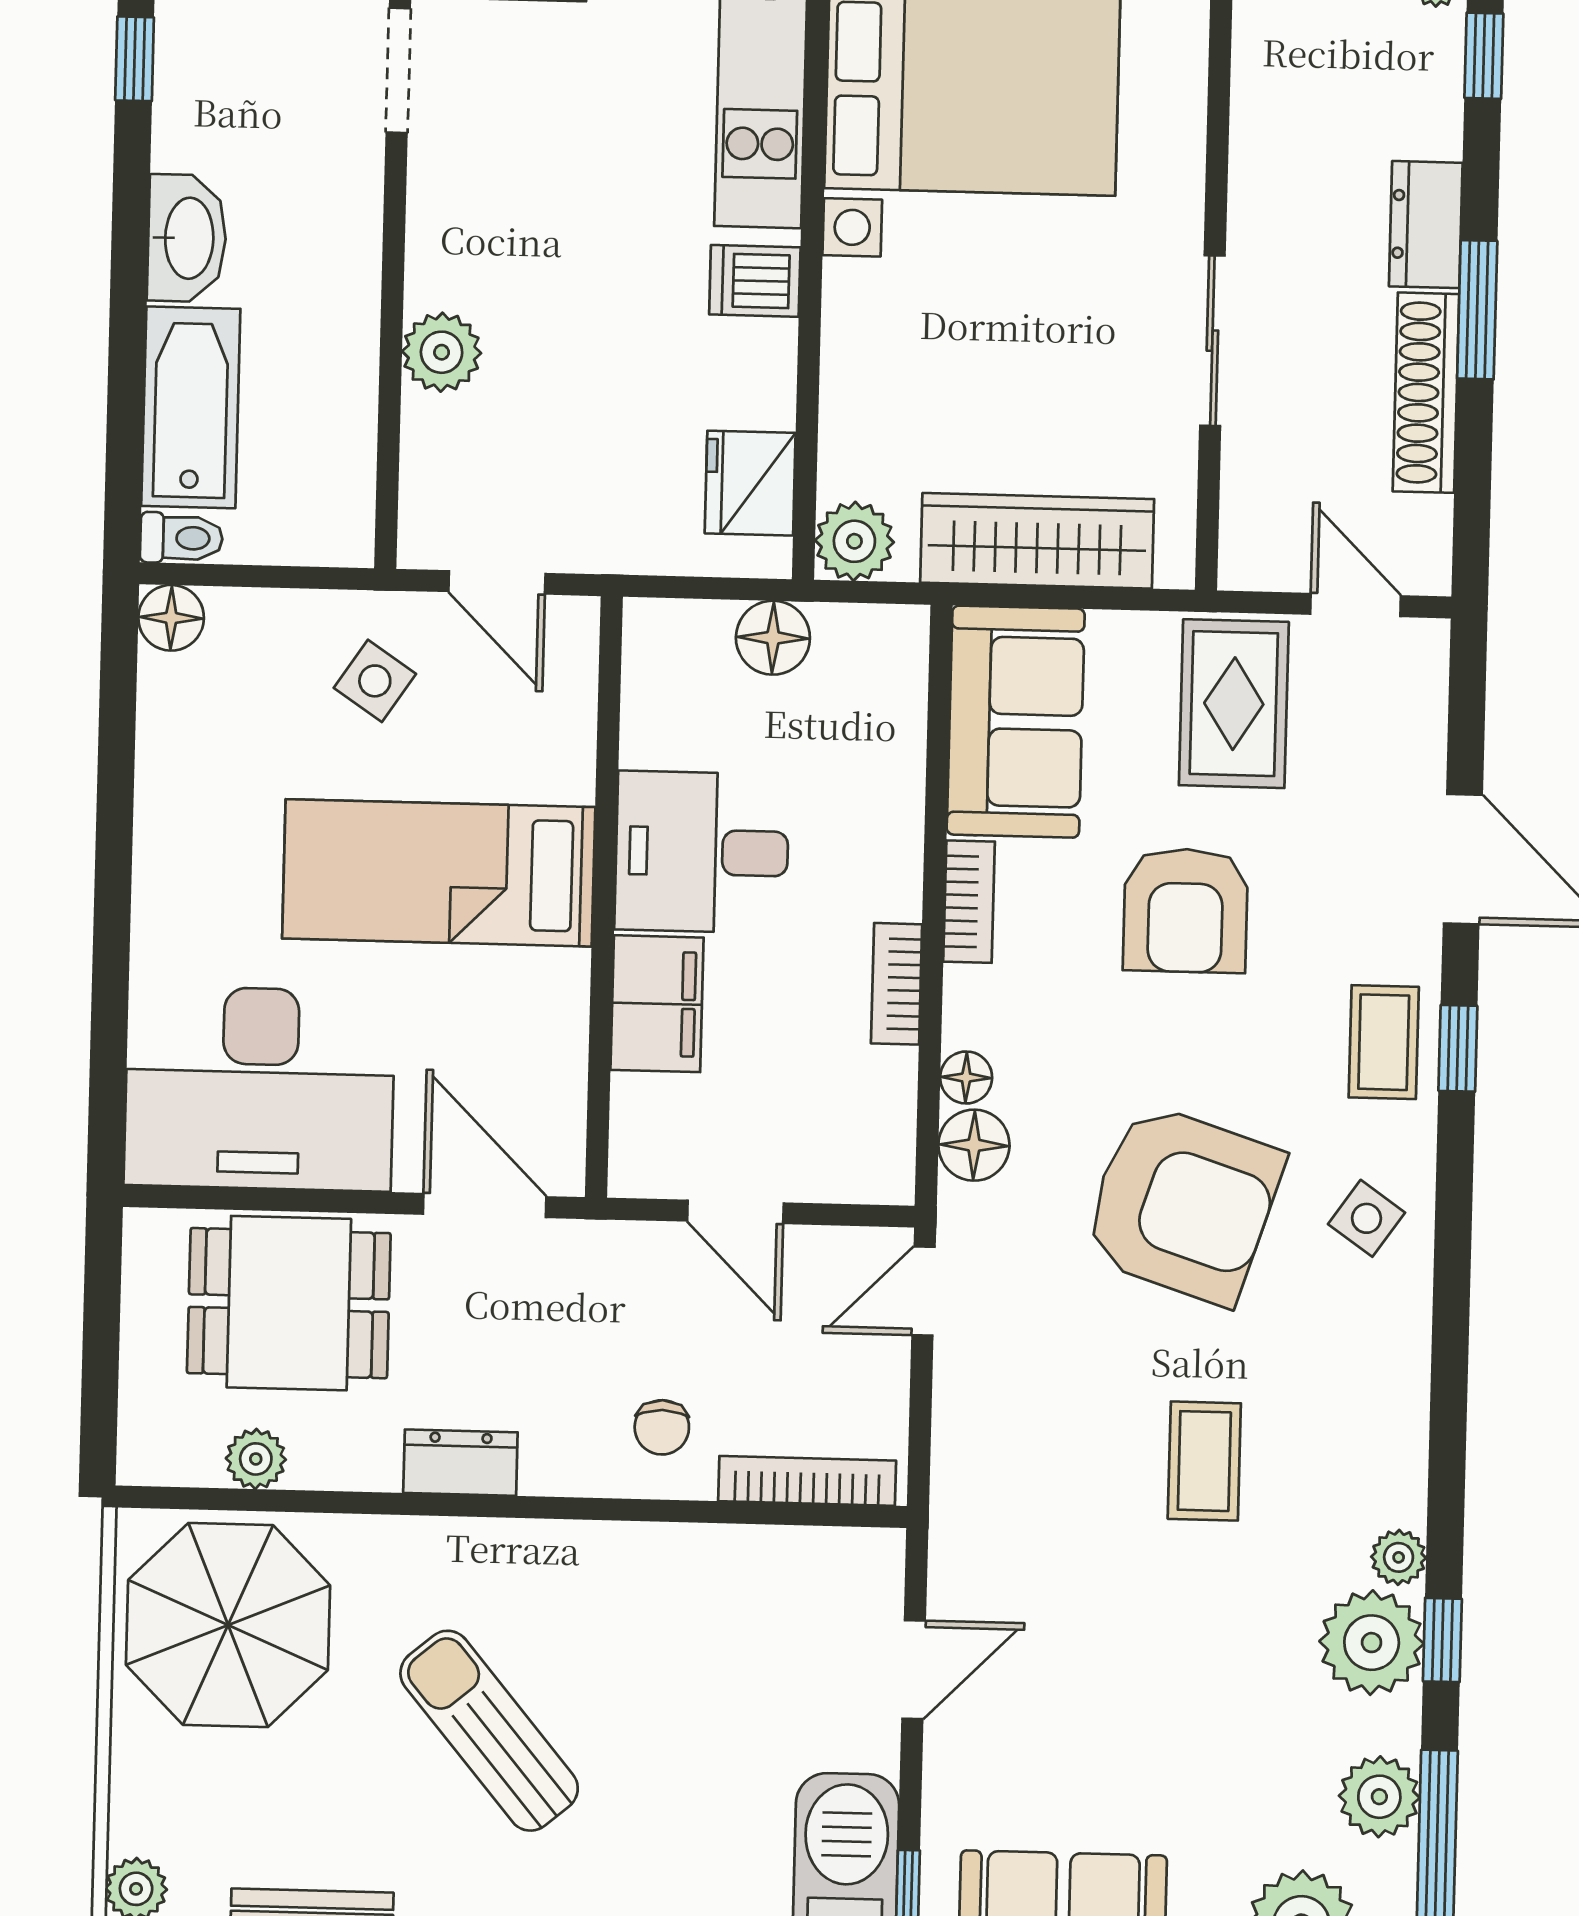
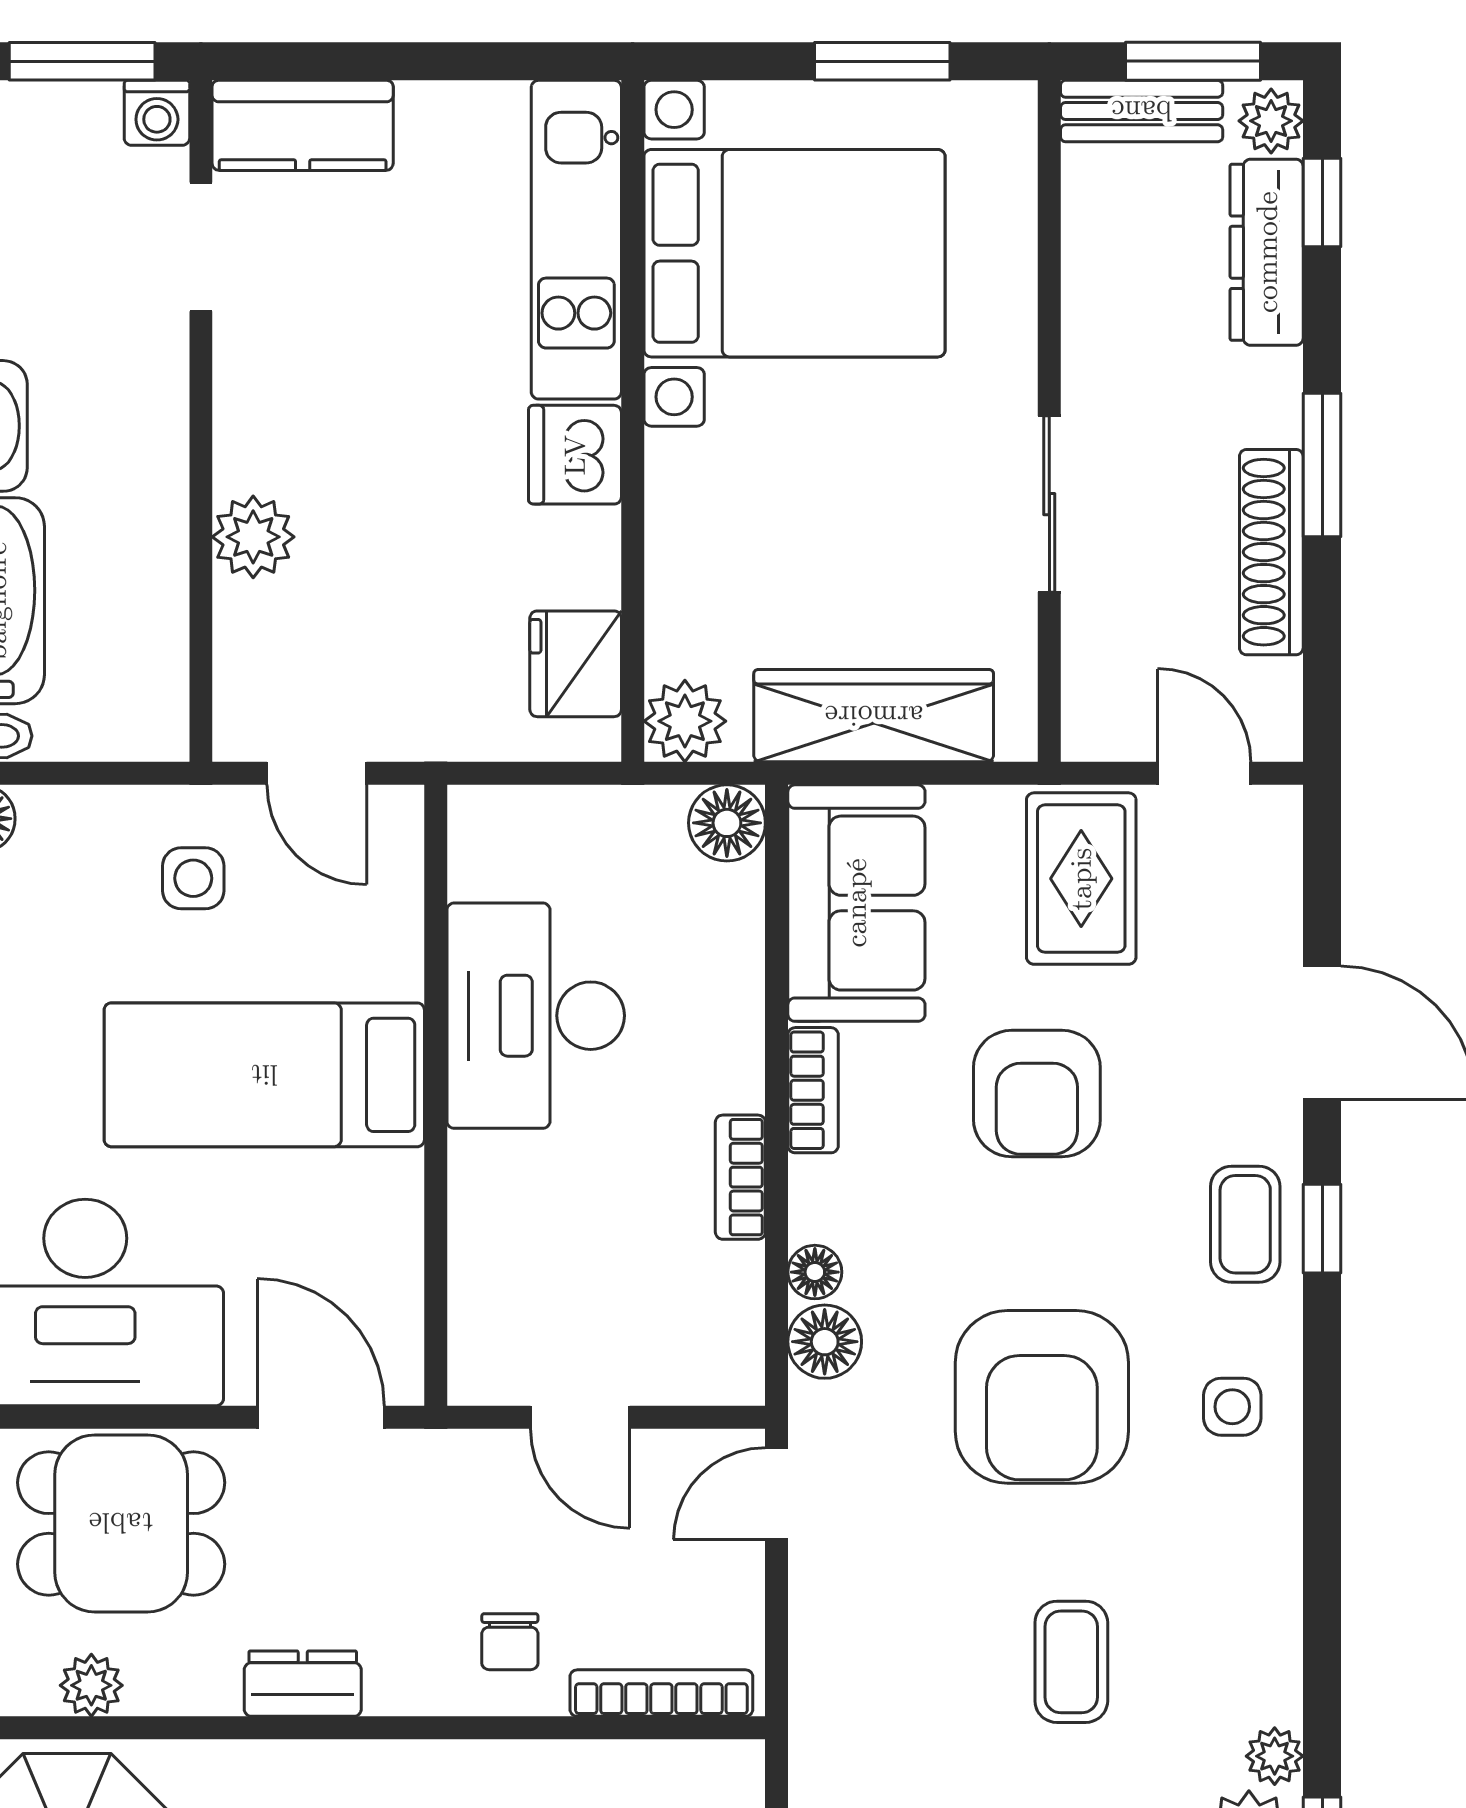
dresser: (1426, 225) -> (1267, 252), moved, width x1.44
dishwasher: (755, 281) -> (575, 455), width x1.38
floor lamp: (773, 638) -> (727, 823), moved
side table: (375, 681) -> (193, 878), turned -34
desk: (702, 852) -> (536, 1016), width x1.37
filing cabinet: (657, 1004) -> (493, 1204), removed
armchair: (1183, 1204) -> (1042, 1397), turned 72
side table: (1367, 1218) -> (1232, 1407), turned -35

